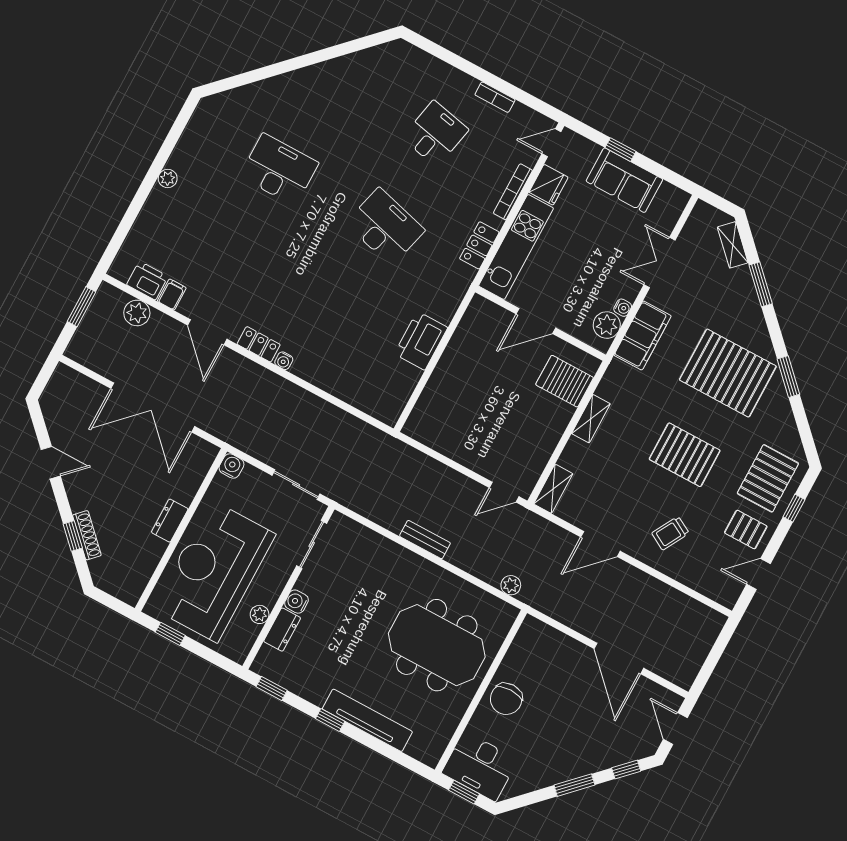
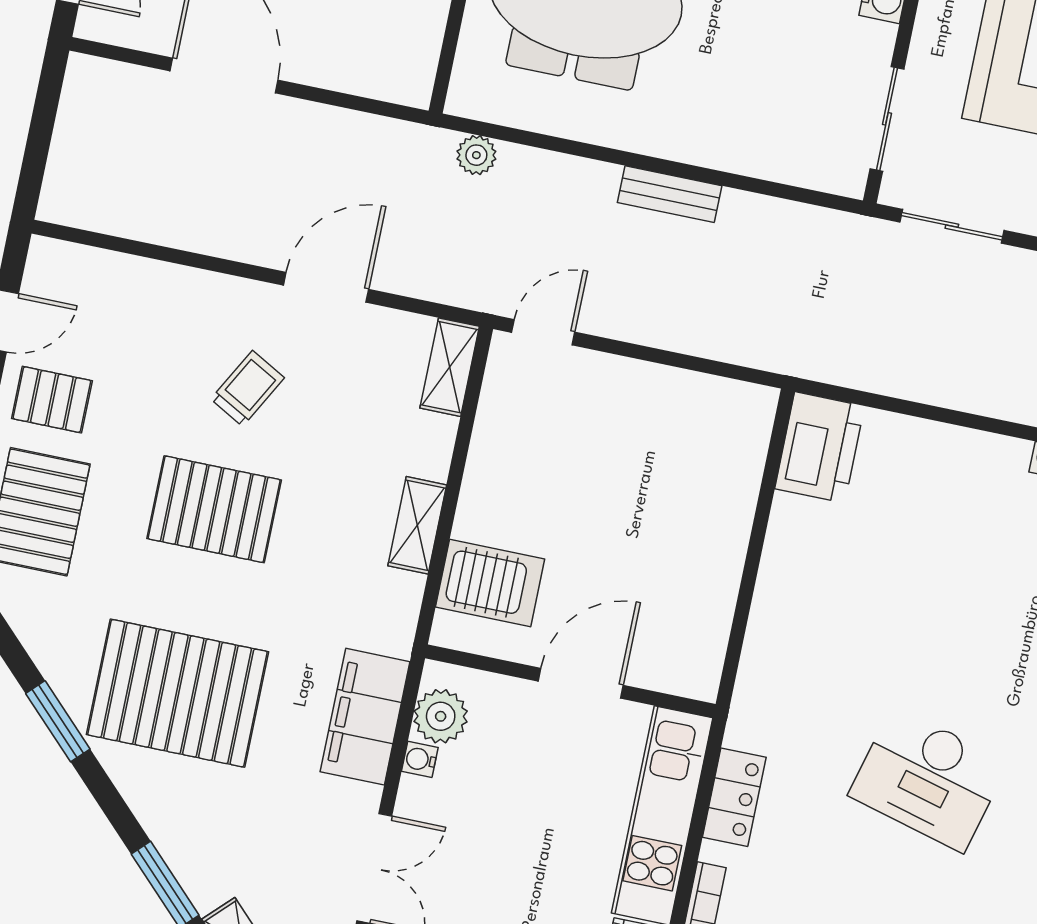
printer: (421, 341) -> (820, 447), moved
trolley: (670, 533) -> (247, 388), moved

